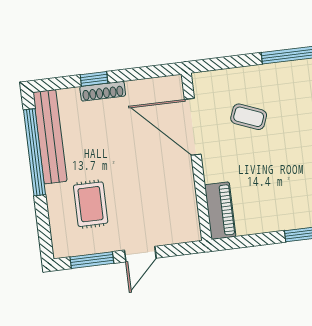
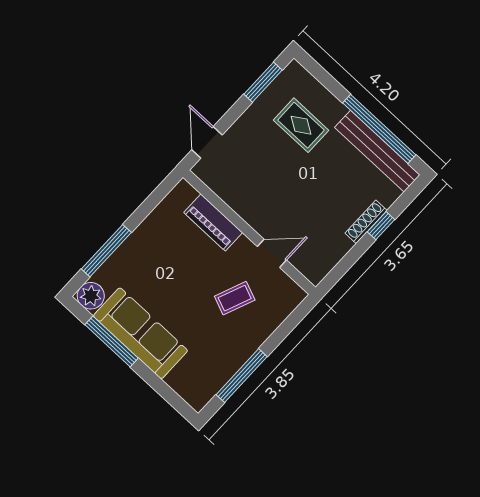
door: (193, 127) -> (272, 253), width x0.53
piano: (220, 211) -> (213, 223), moved
door: (140, 254) -> (207, 142), moved

